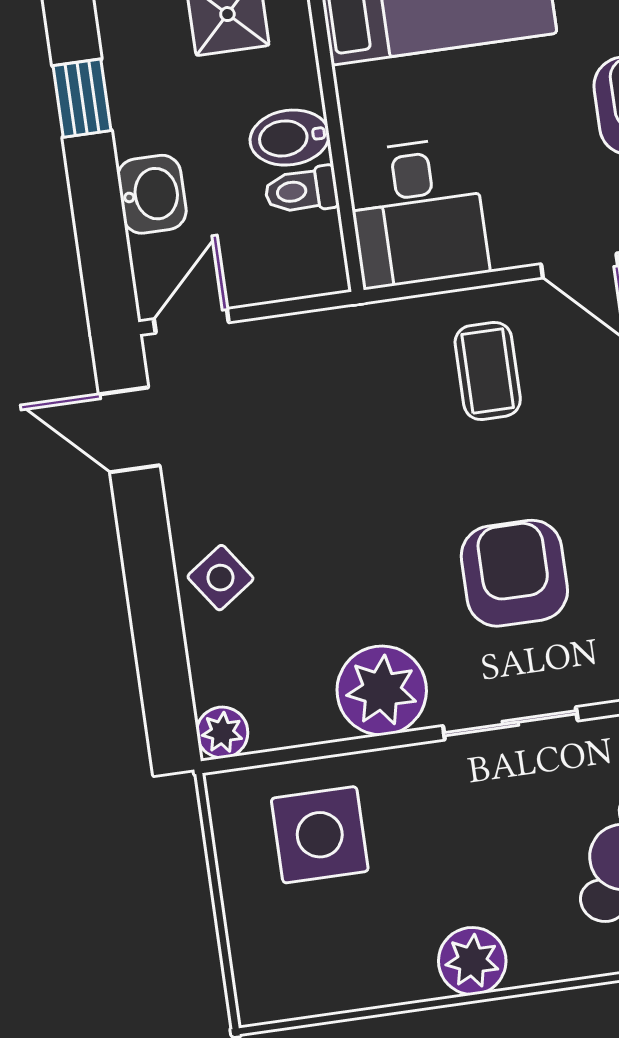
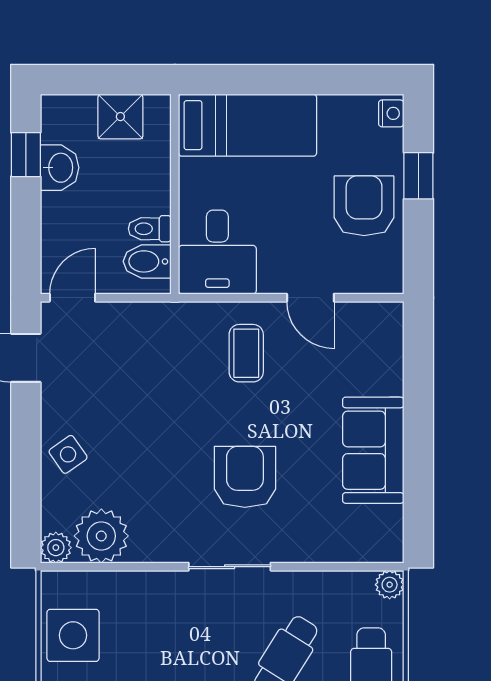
bidet: (290, 138) -> (147, 261), moved
washbasin: (152, 194) -> (60, 168), moved
plant: (382, 690) -> (101, 536), moved
side table: (320, 835) -> (73, 635), moved

